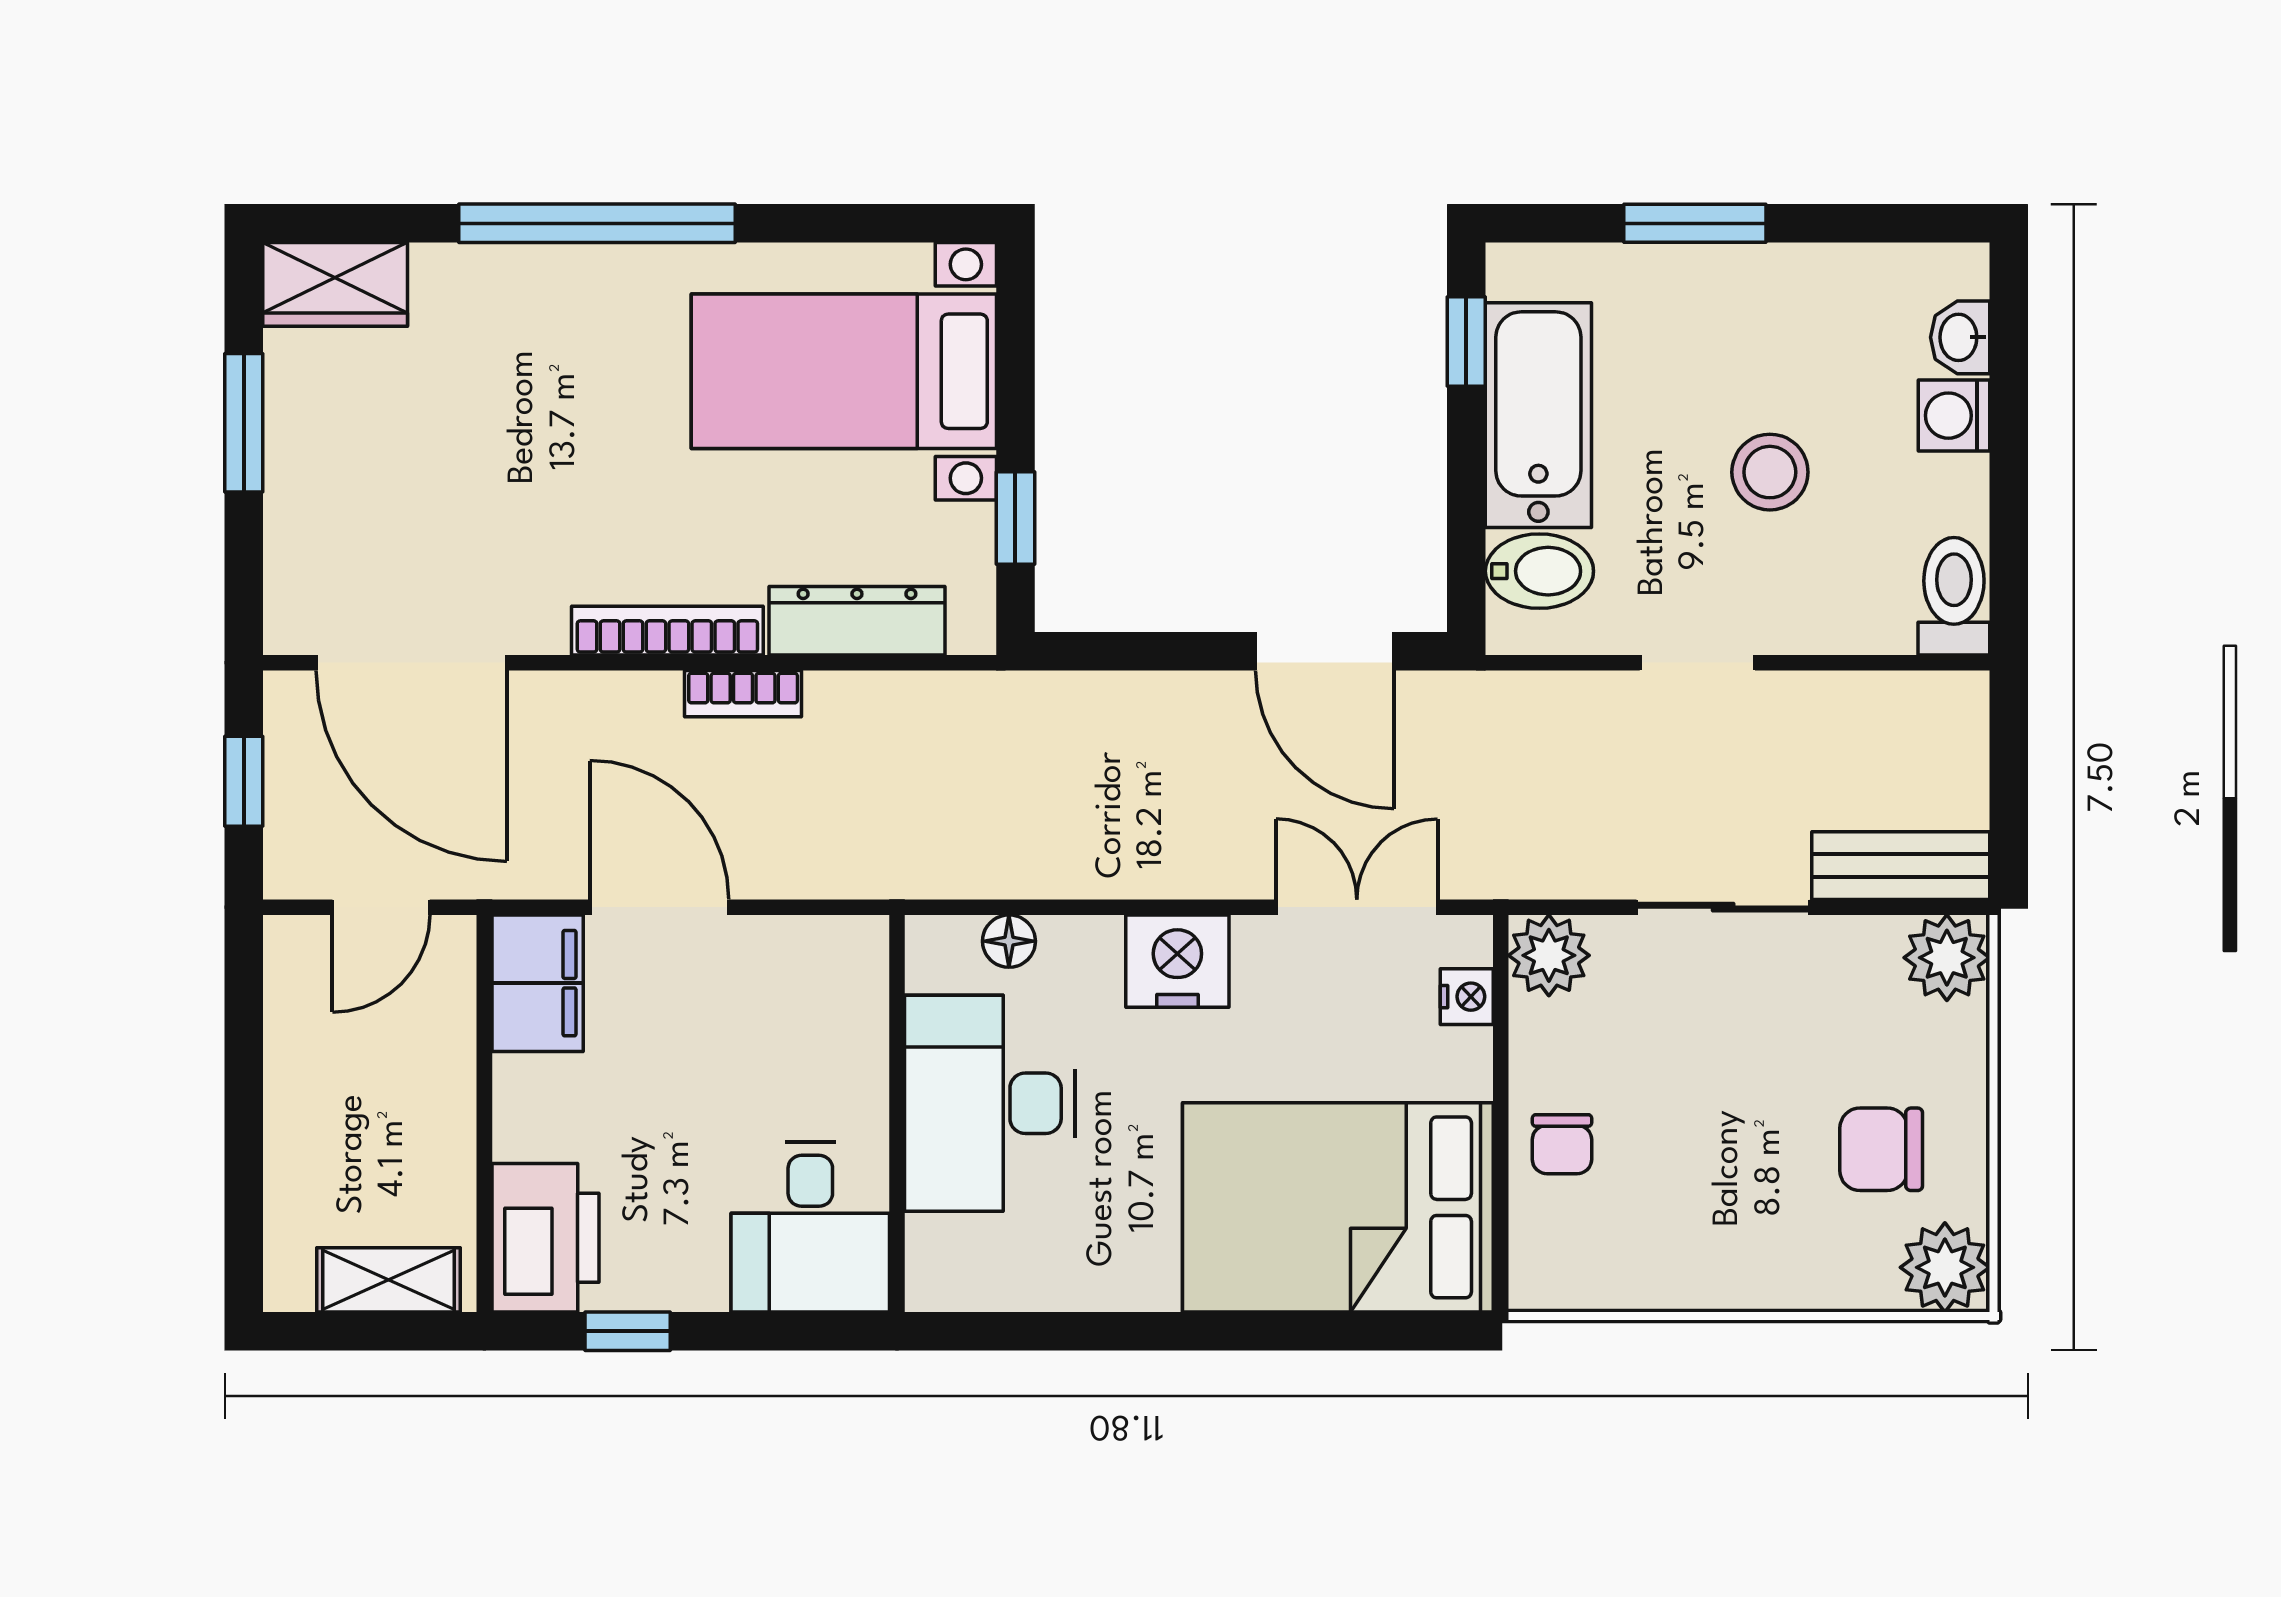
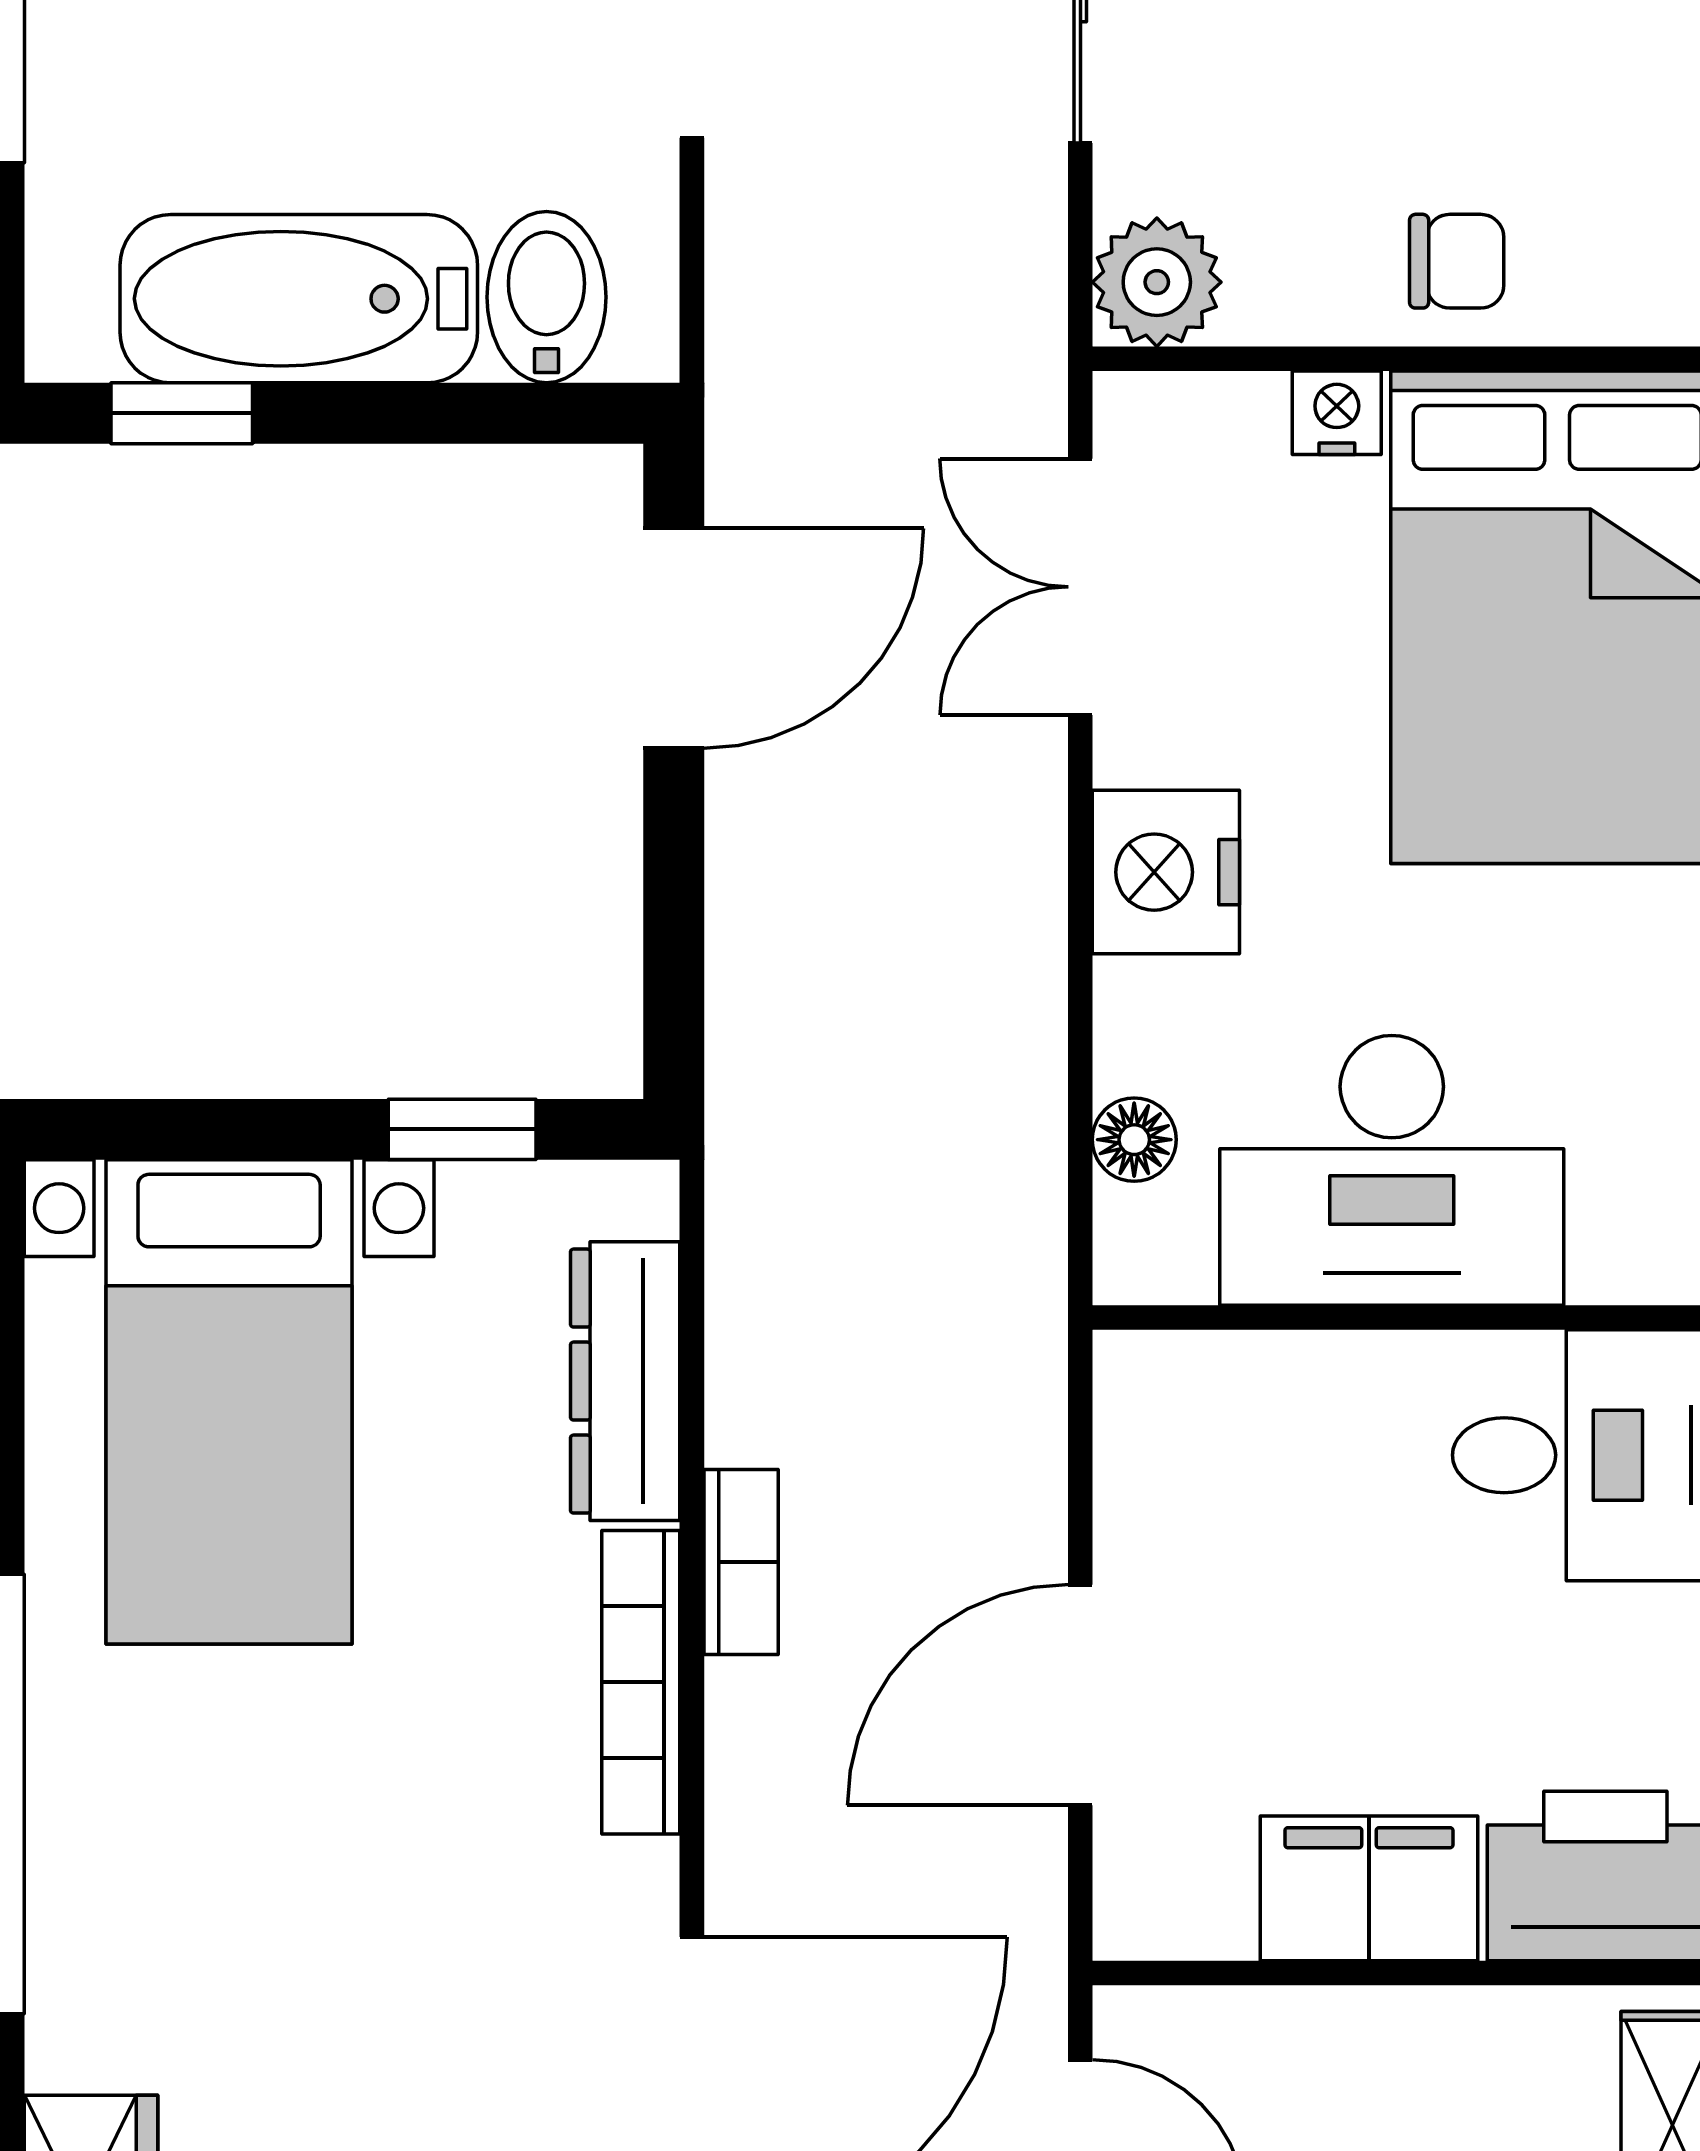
filing cabinet: (538, 983) -> (1369, 1888), moved
nightstand: (1467, 997) -> (1337, 413), moved

